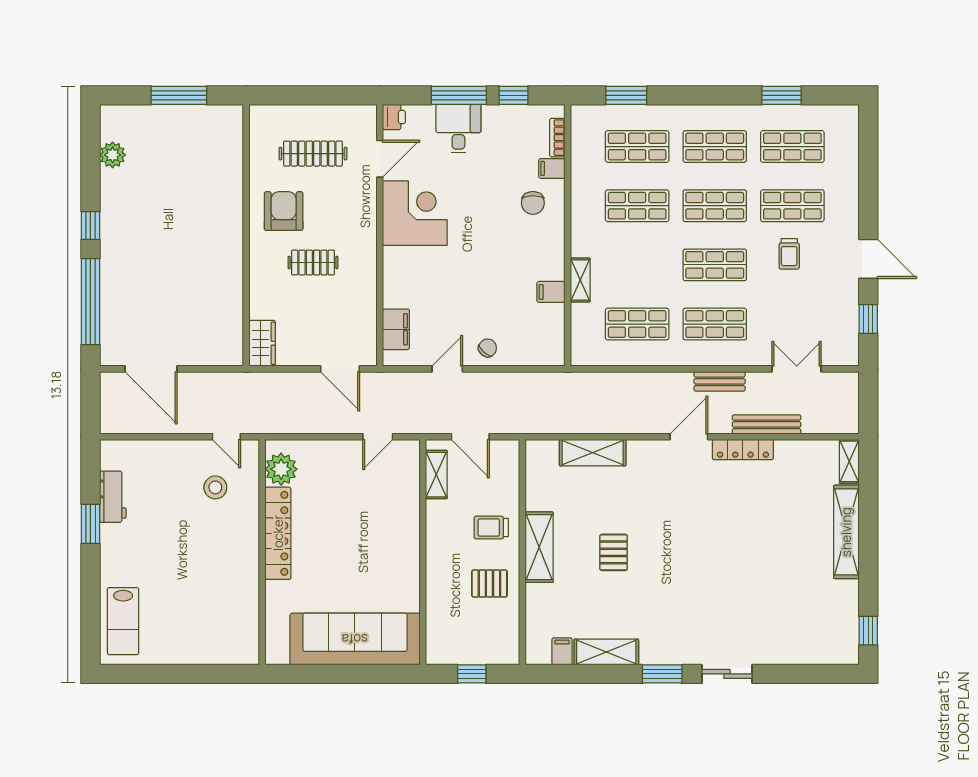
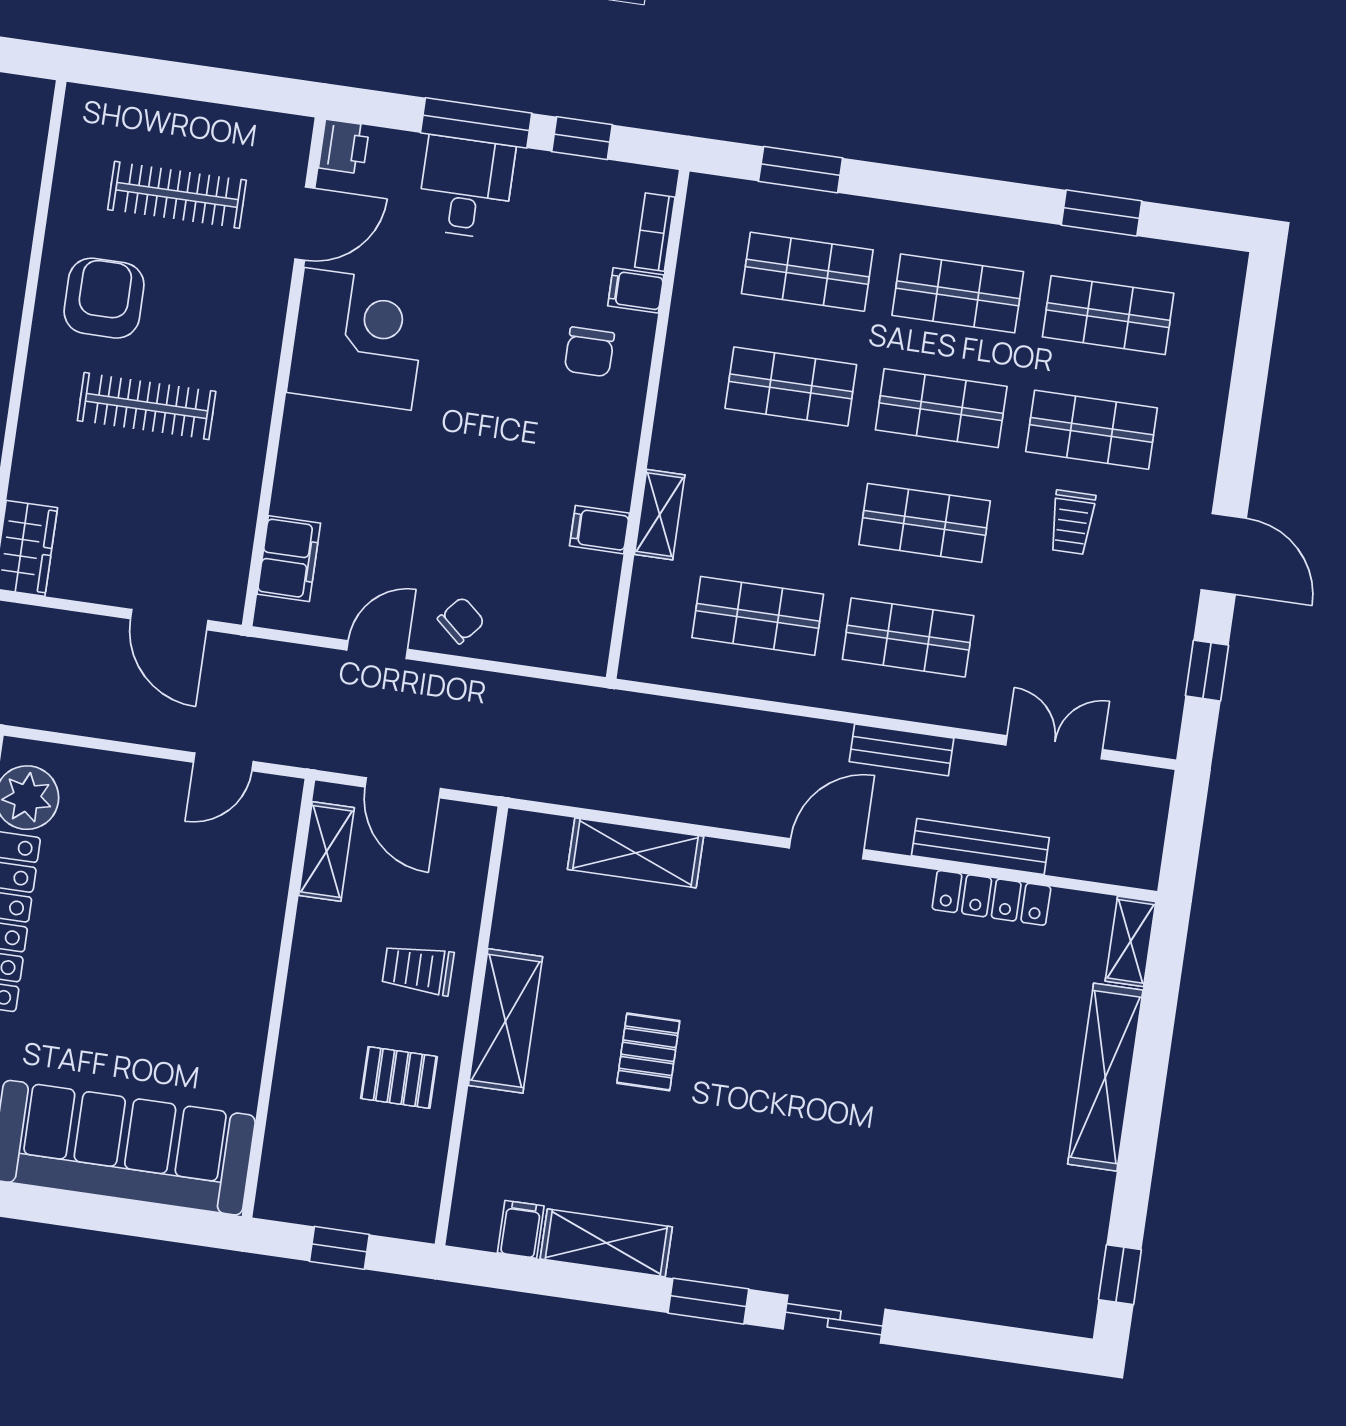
clothes rail: (313, 263) -> (147, 406), width x1.36
locker: (743, 450) -> (991, 898), moved

